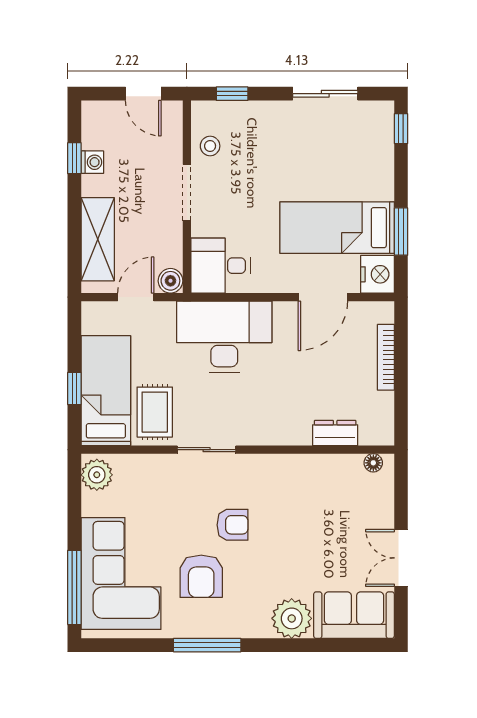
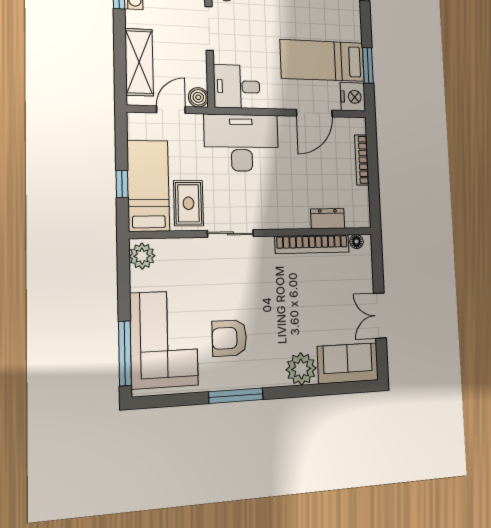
bookcase: (313, 465) -> (312, 244), added
armchair: (232, 525) -> (253, 294), removed
armchair: (201, 576) -> (229, 338), turned 90

